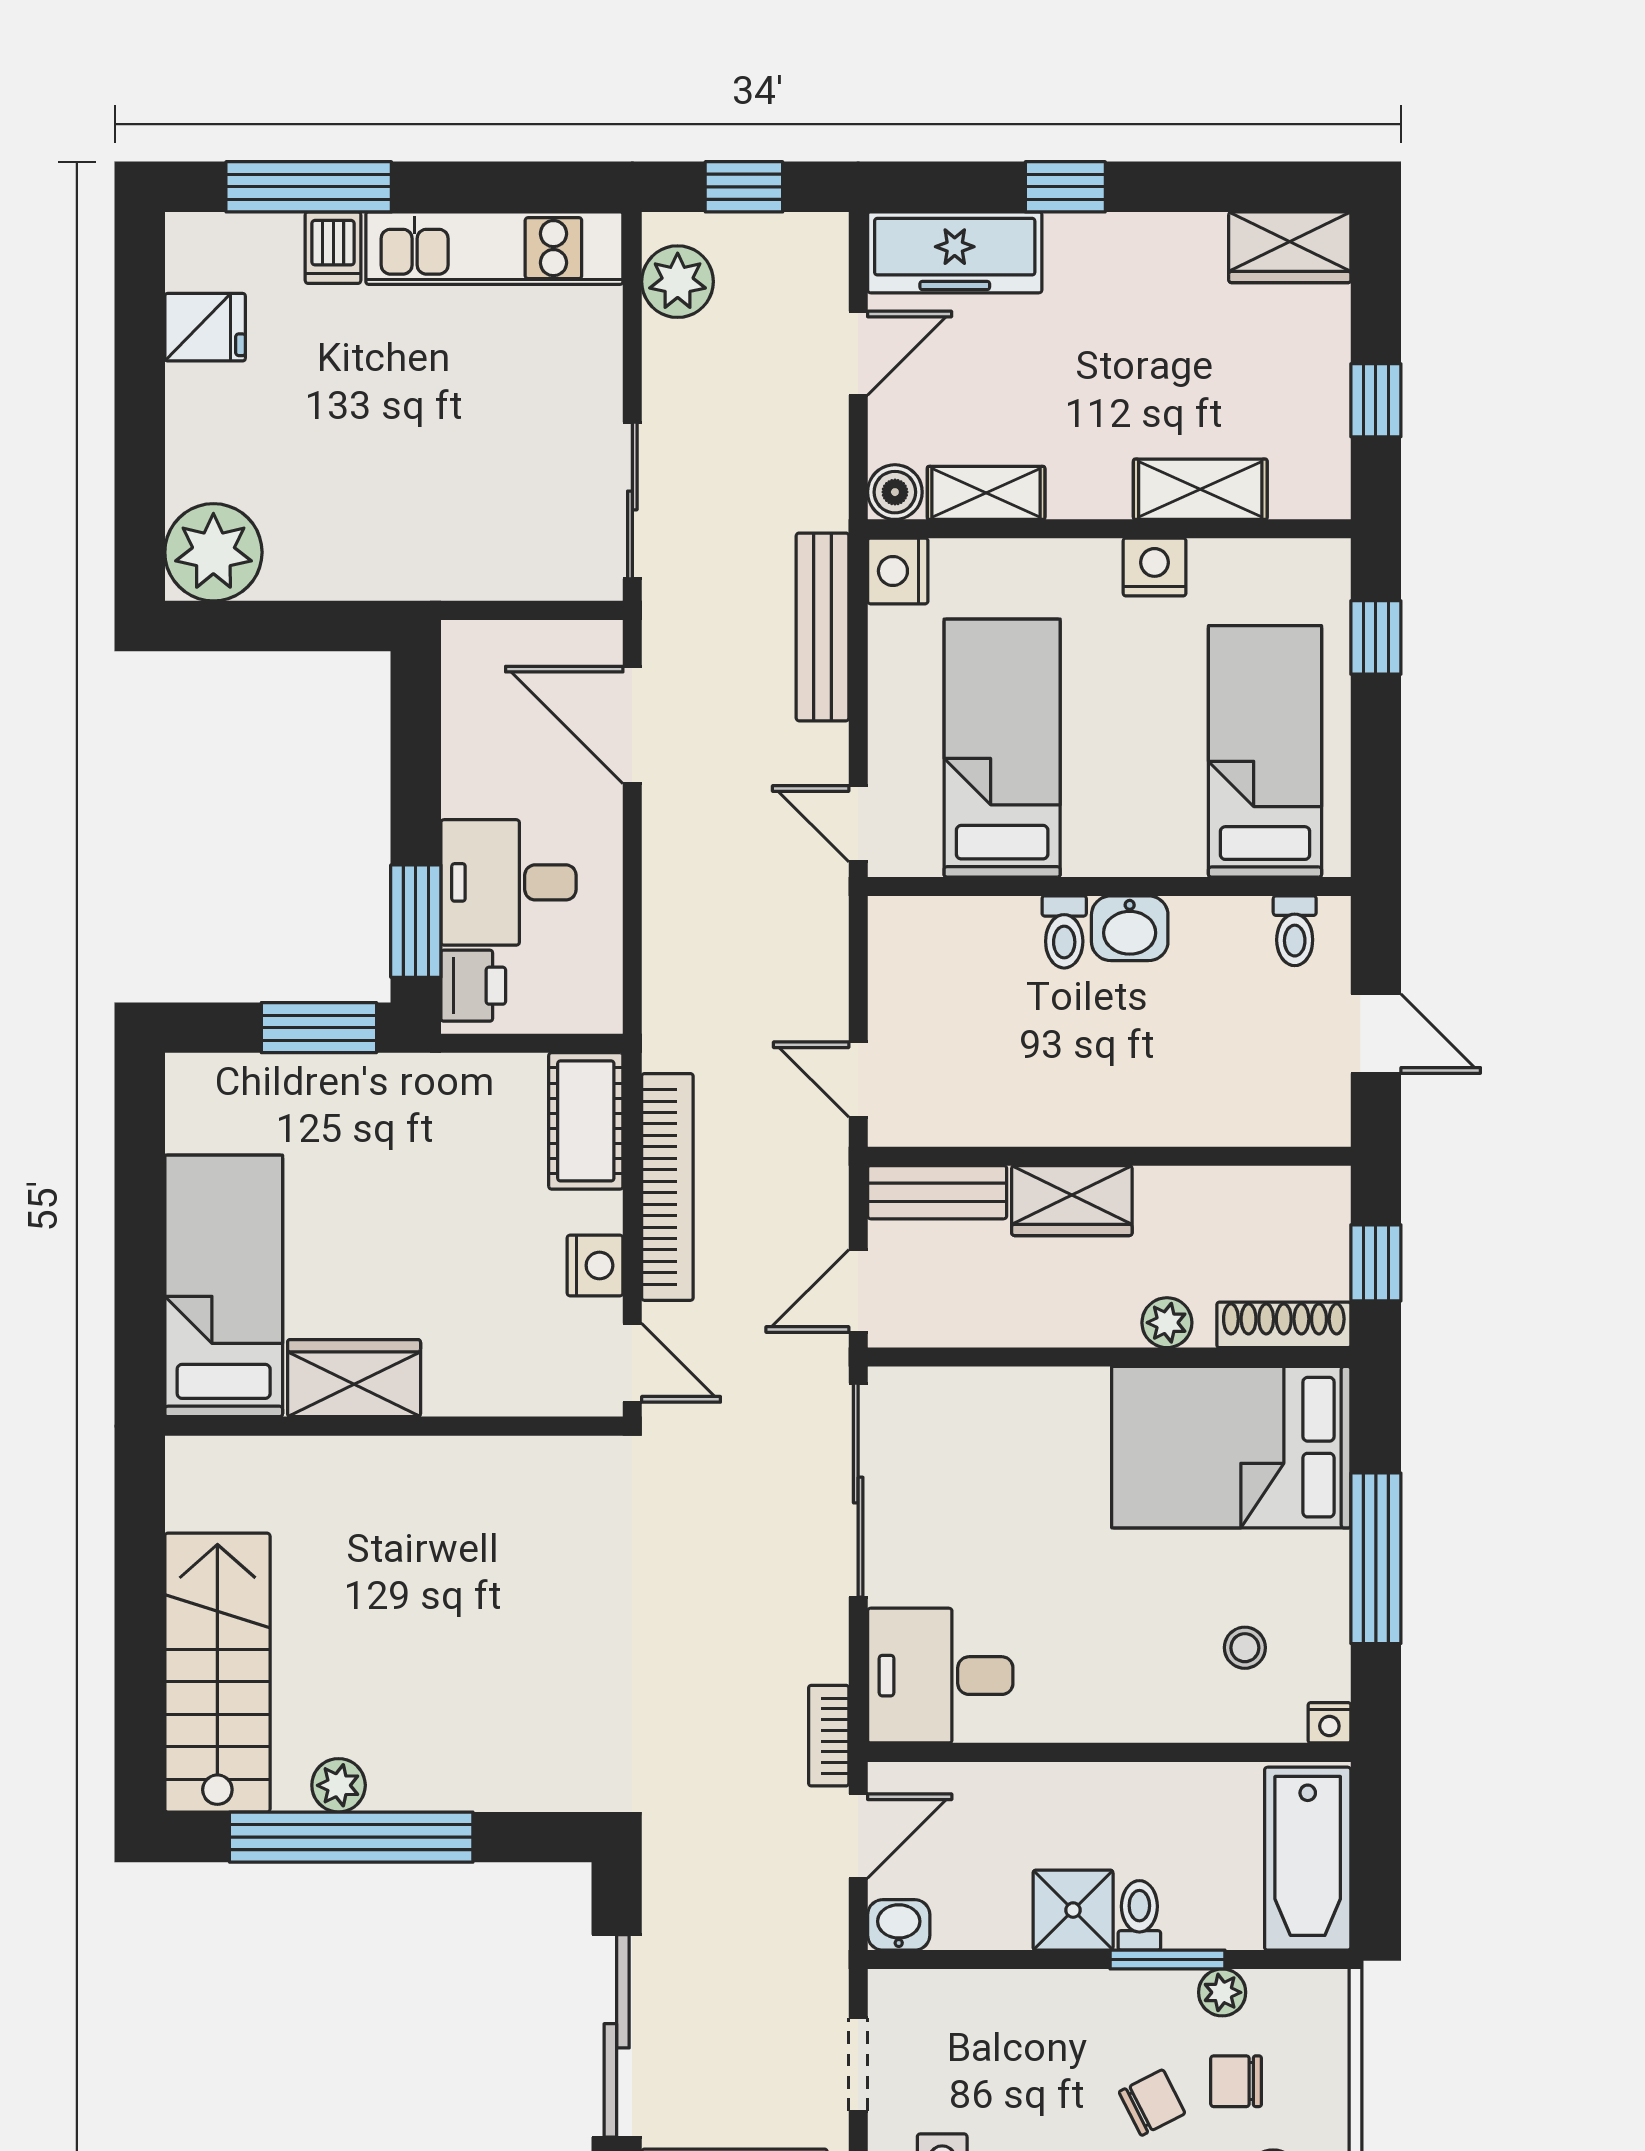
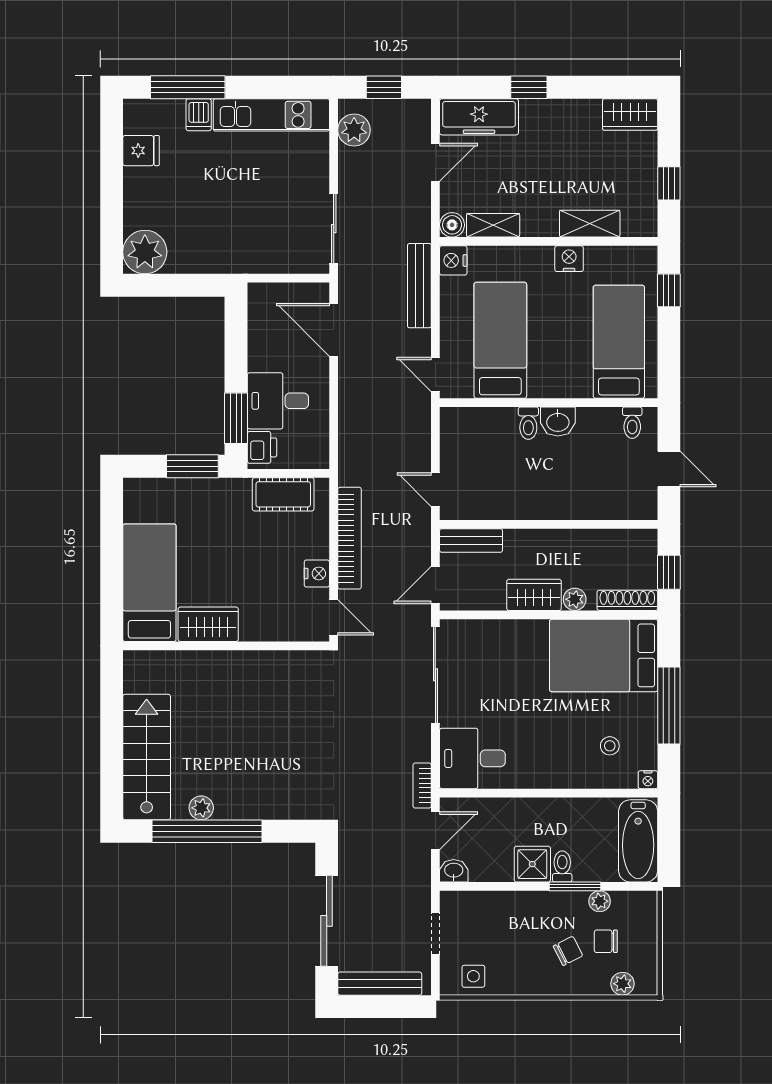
cot: (586, 1121) -> (283, 494), moved, turned 90
wardrobe: (1072, 1201) -> (534, 595), moved, turned 180

